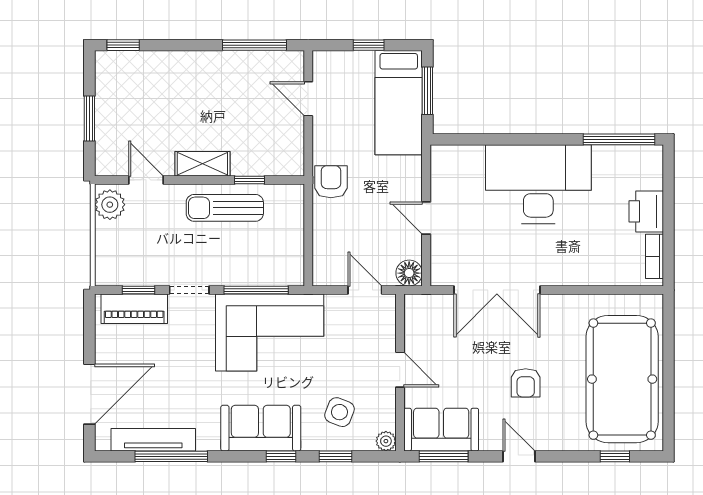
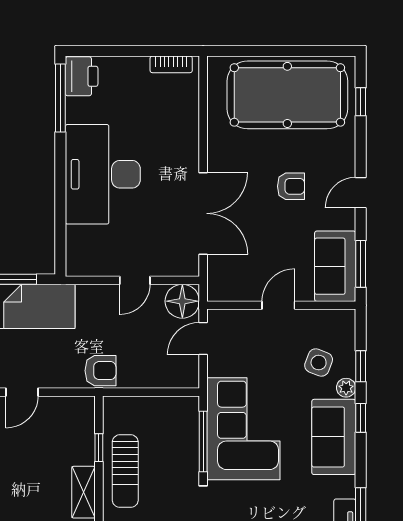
armchair: (331, 182) -> (100, 371), turned 180
printer: (646, 211) -> (82, 76), moved, turned -90
floor lamp: (409, 273) -> (182, 301), width x1.38, depth x1.38
plant: (386, 441) -> (346, 388), moved

